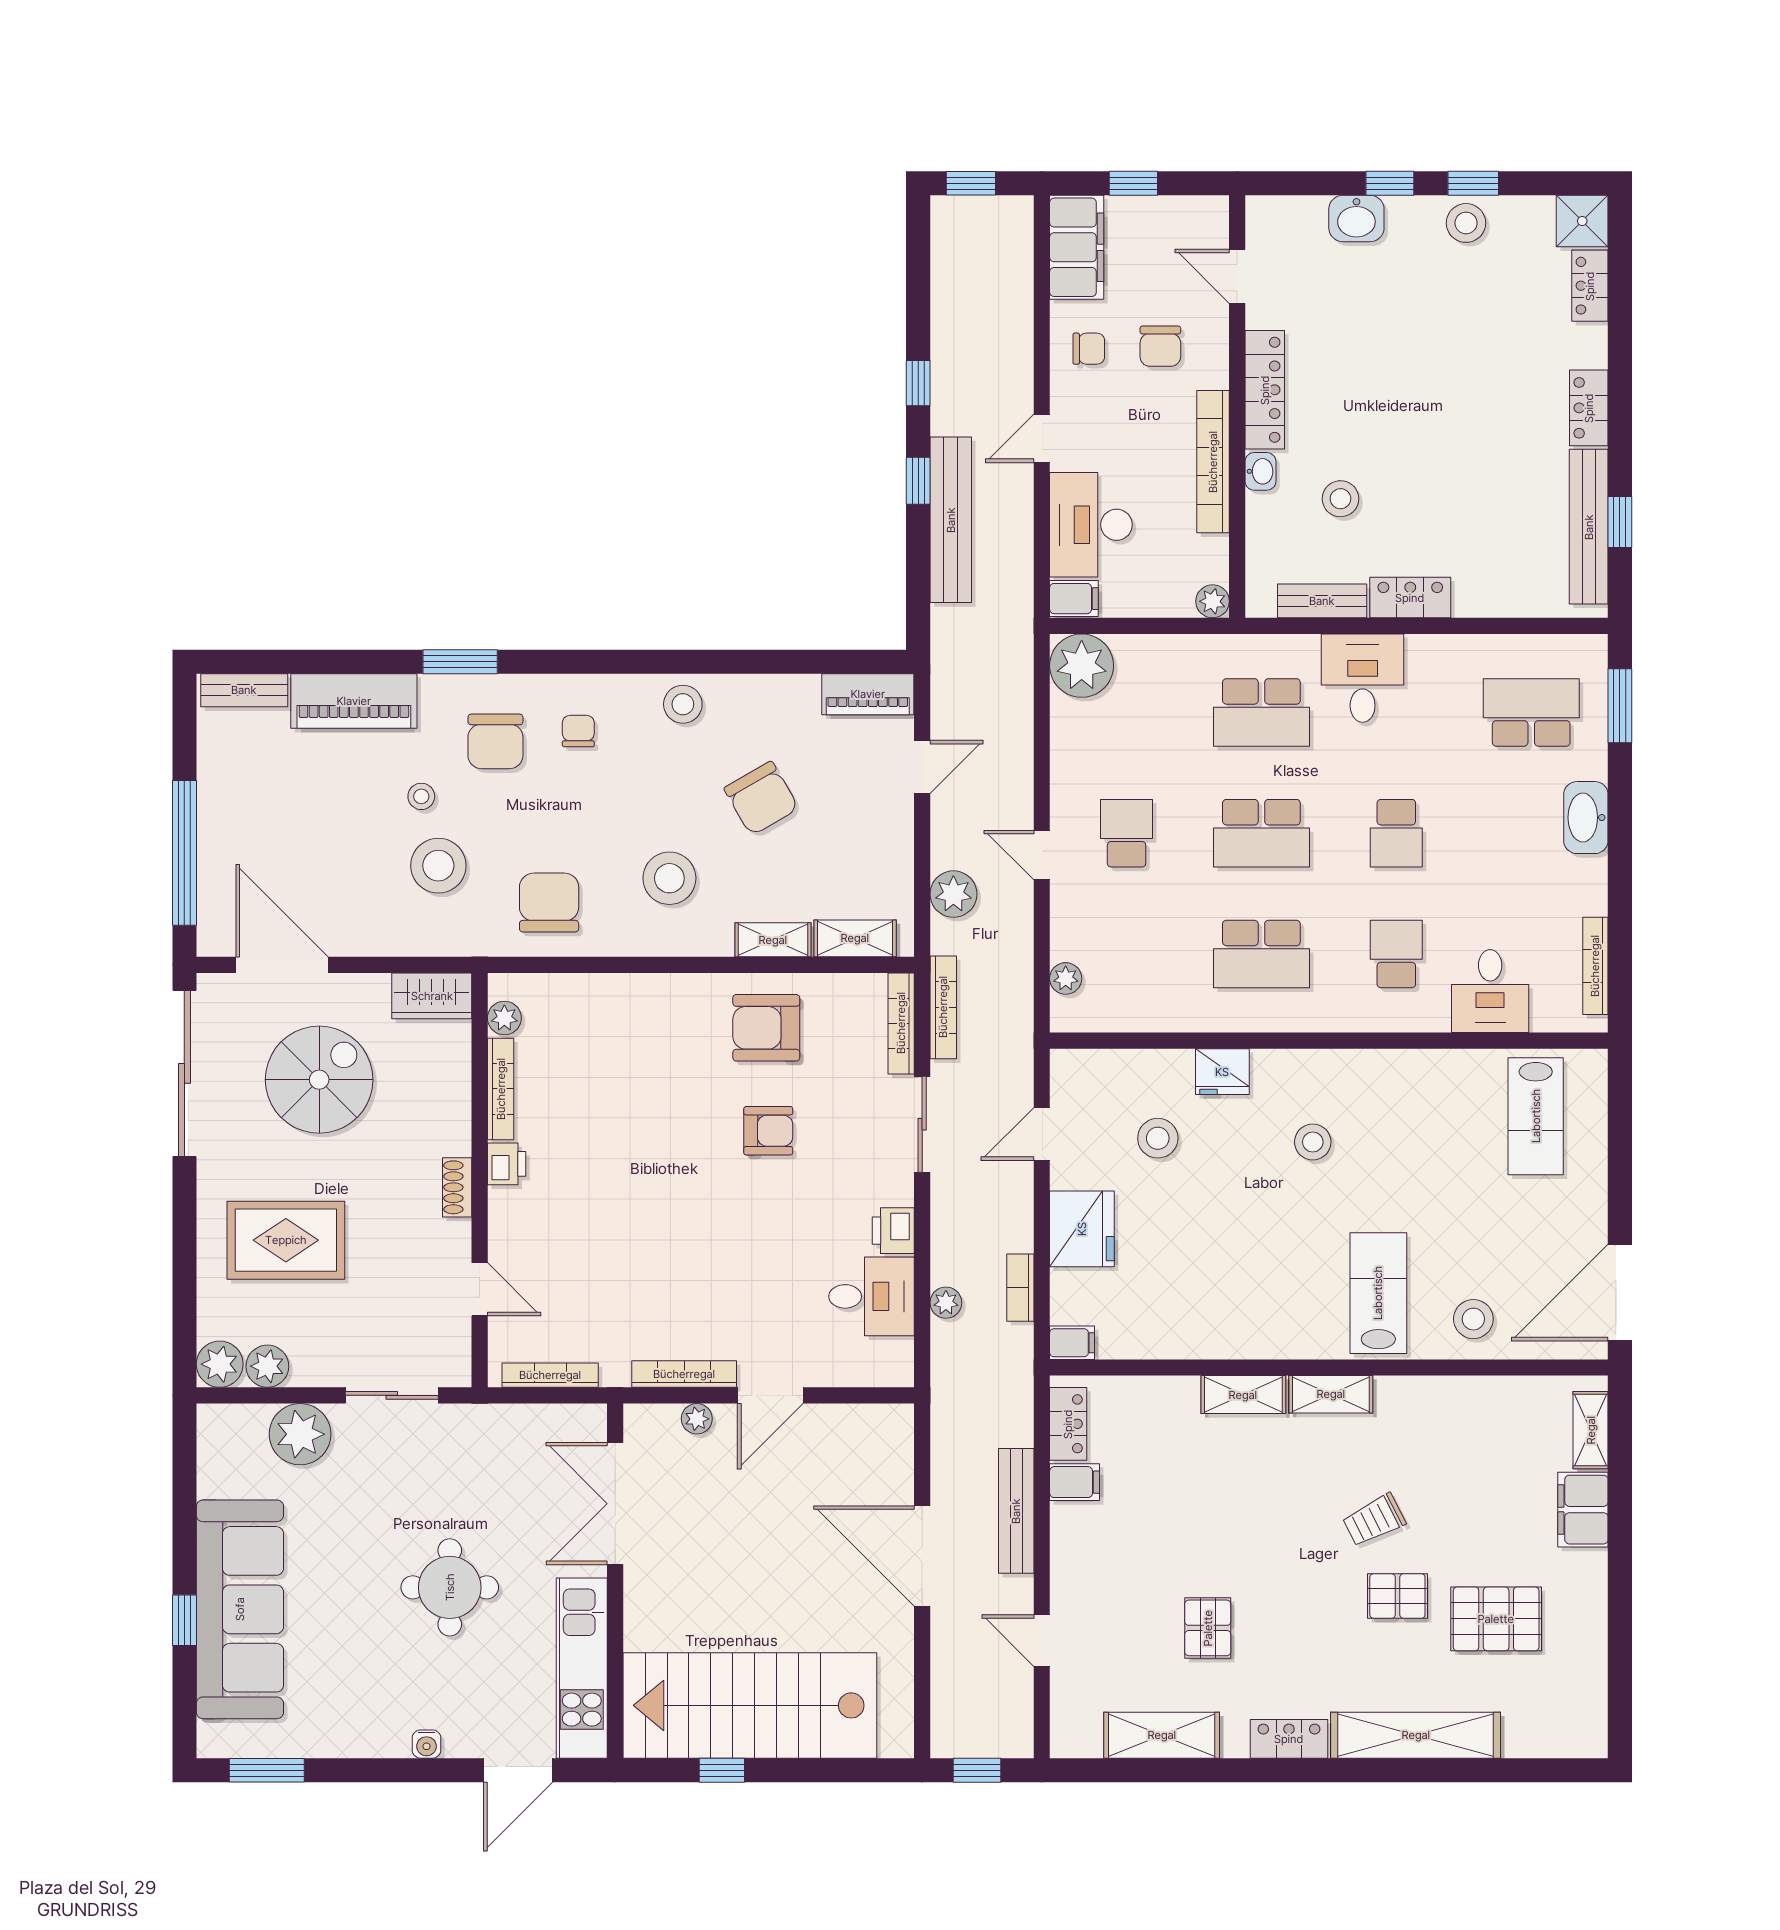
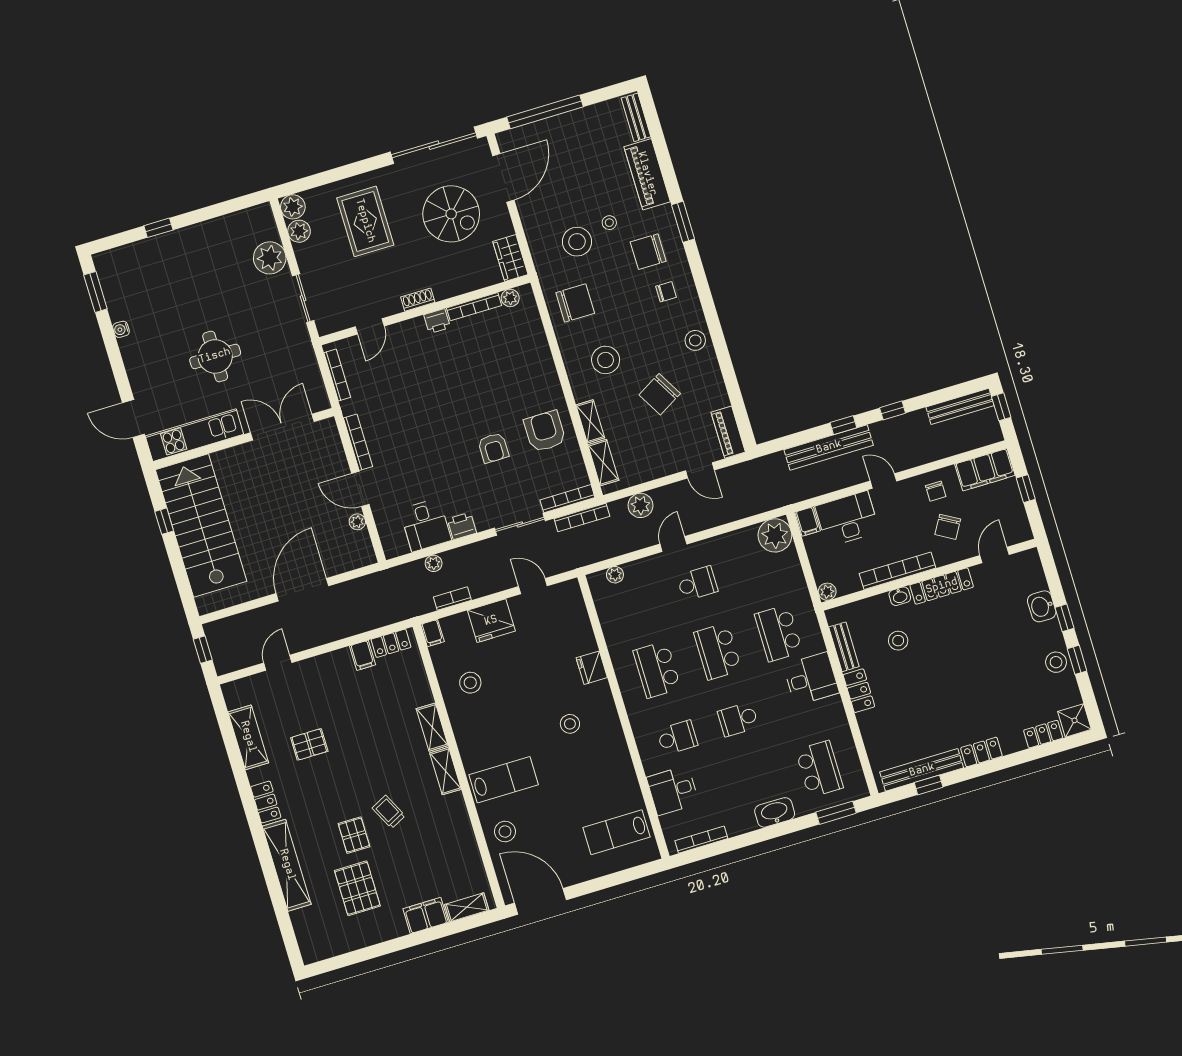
chair: (1160, 346) -> (948, 527), turned -60
stool: (1158, 1138) -> (470, 683), moved
plant: (697, 1419) -> (357, 522), moved
bench: (1016, 1511) -> (960, 406), moved
sofa: (240, 1609) -> (172, 254), removed
water cooler: (427, 1744) -> (121, 329), moved

